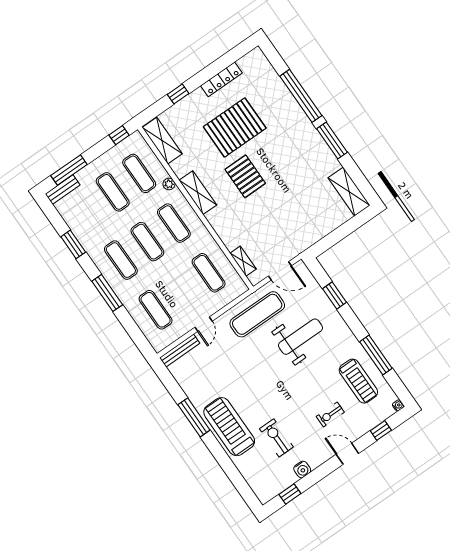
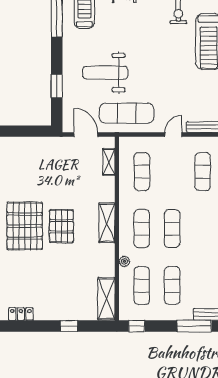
locker: (221, 79) -> (21, 314), width x0.66
pallet: (235, 127) -> (25, 226), moved, turned 90
shelving: (198, 193) -> (107, 223), moved
exercise mat: (121, 260) -> (203, 229), removed

